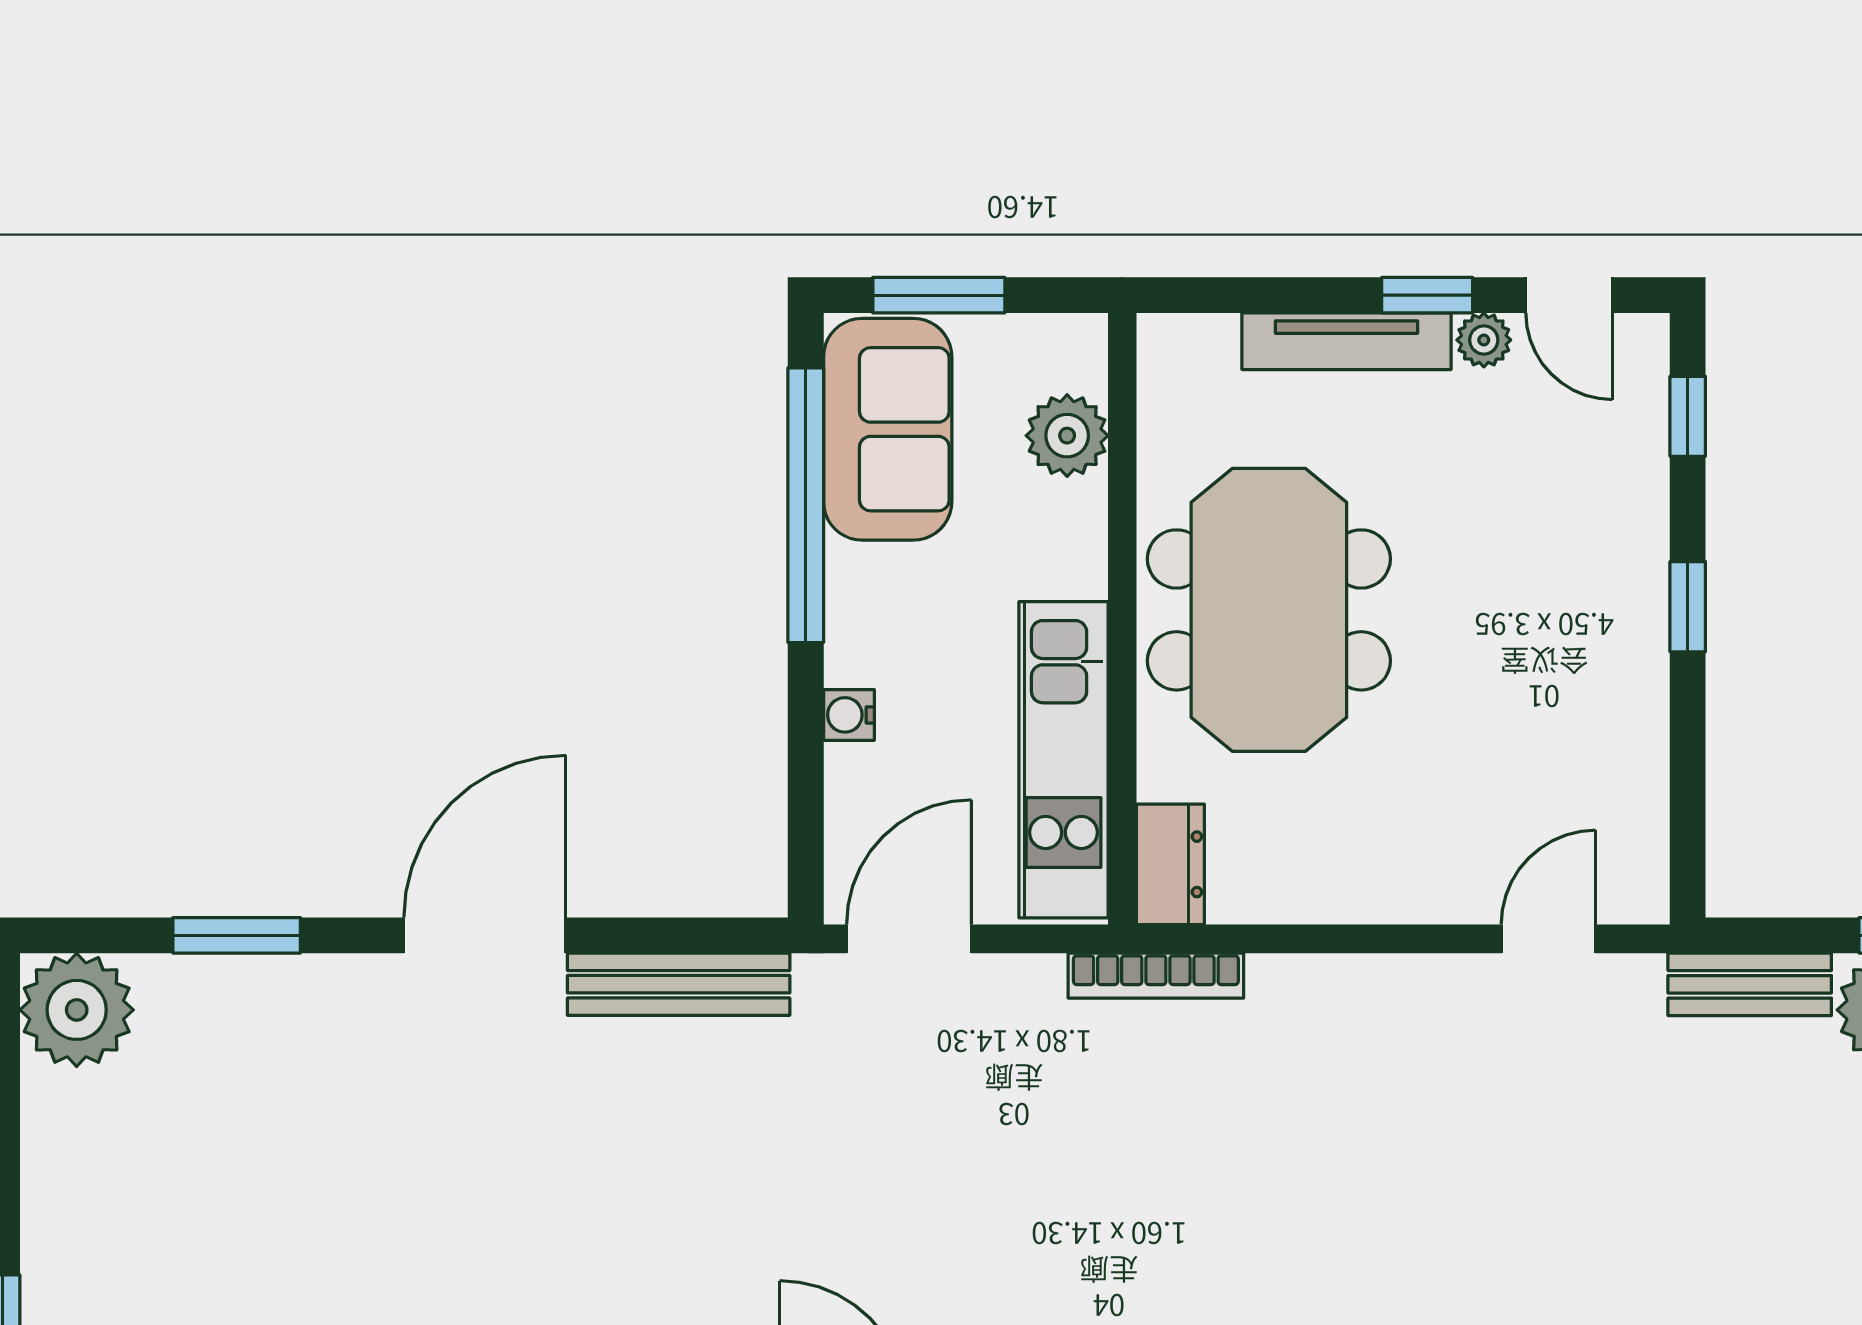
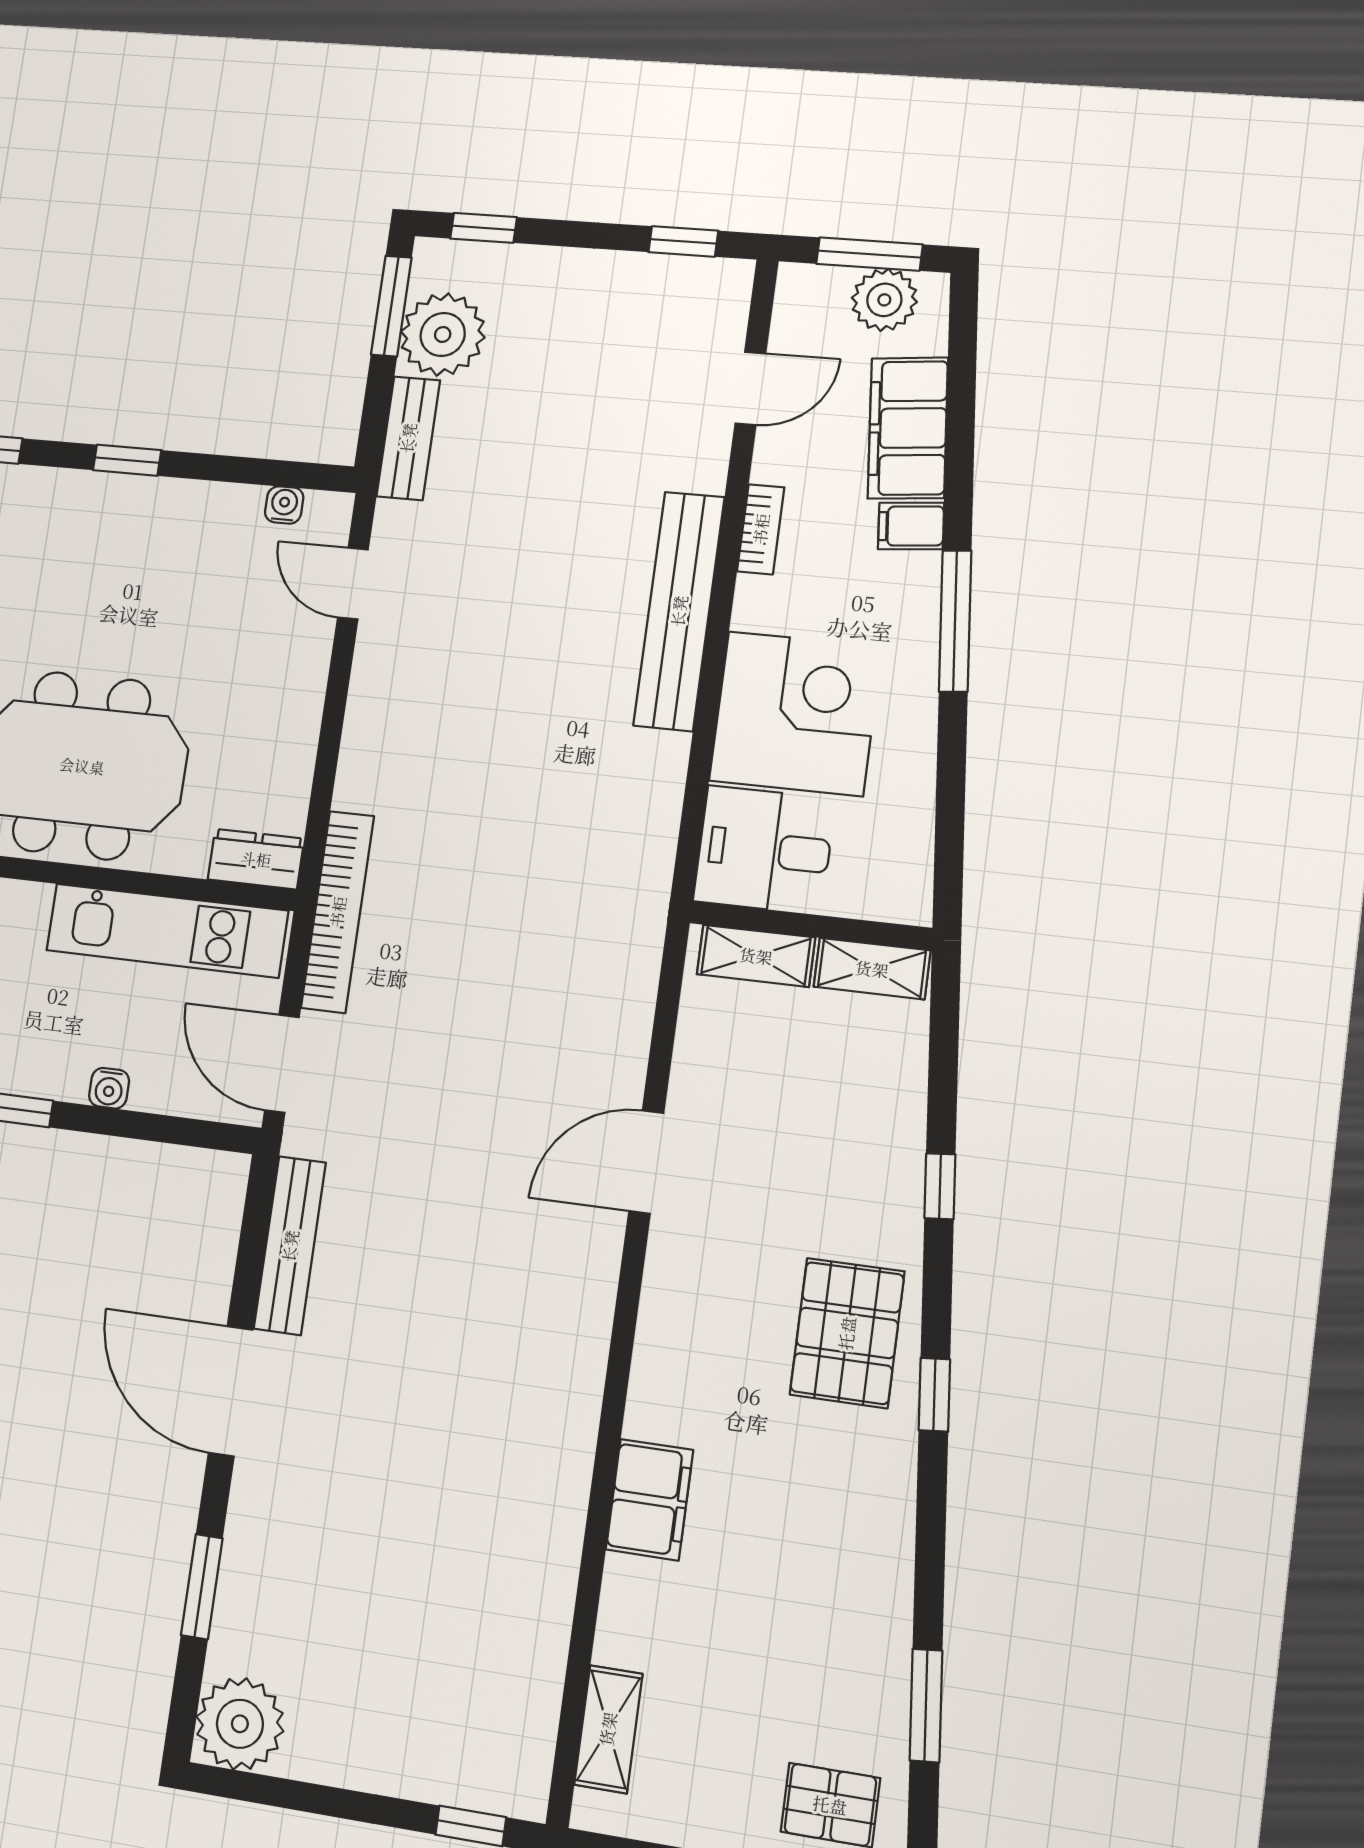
water cooler: (1645, 831) -> (284, 505), added
bookcase: (1156, 976) -> (338, 912), width x1.48, depth x1.31

